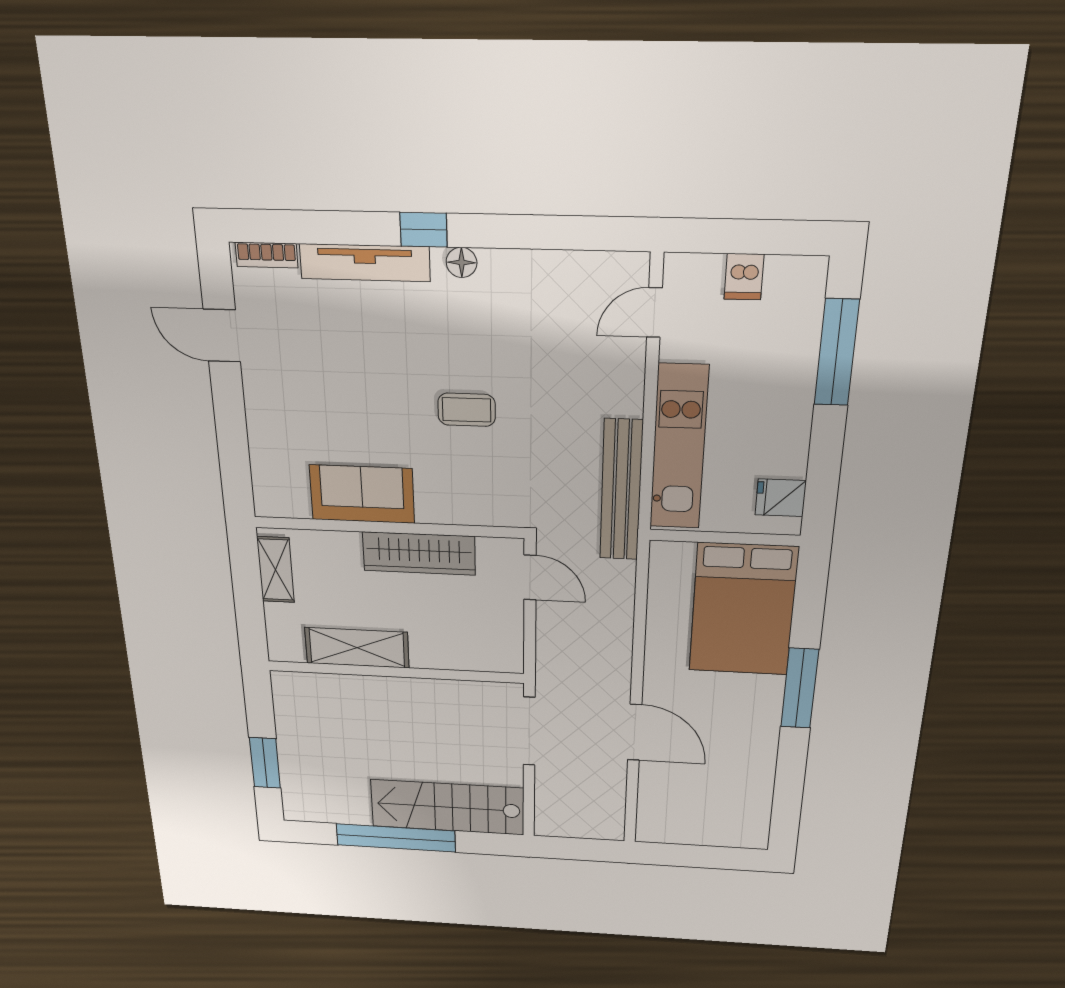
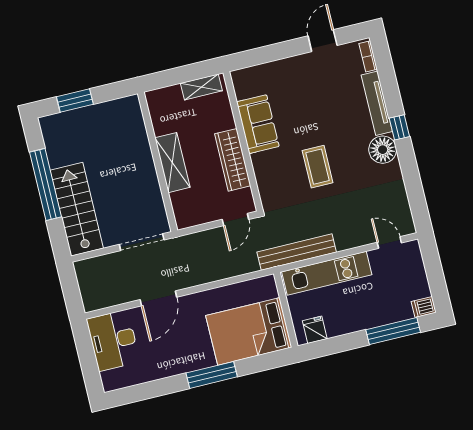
floor lamp: (462, 262) -> (383, 150), width x1.89, depth x1.89
dishwasher: (744, 277) -> (424, 307), moved
coffee table: (467, 410) -> (318, 167), width x1.36, depth x1.30
shelving: (357, 648) -> (172, 163), moved
desk: (684, 814) -> (113, 340), added

